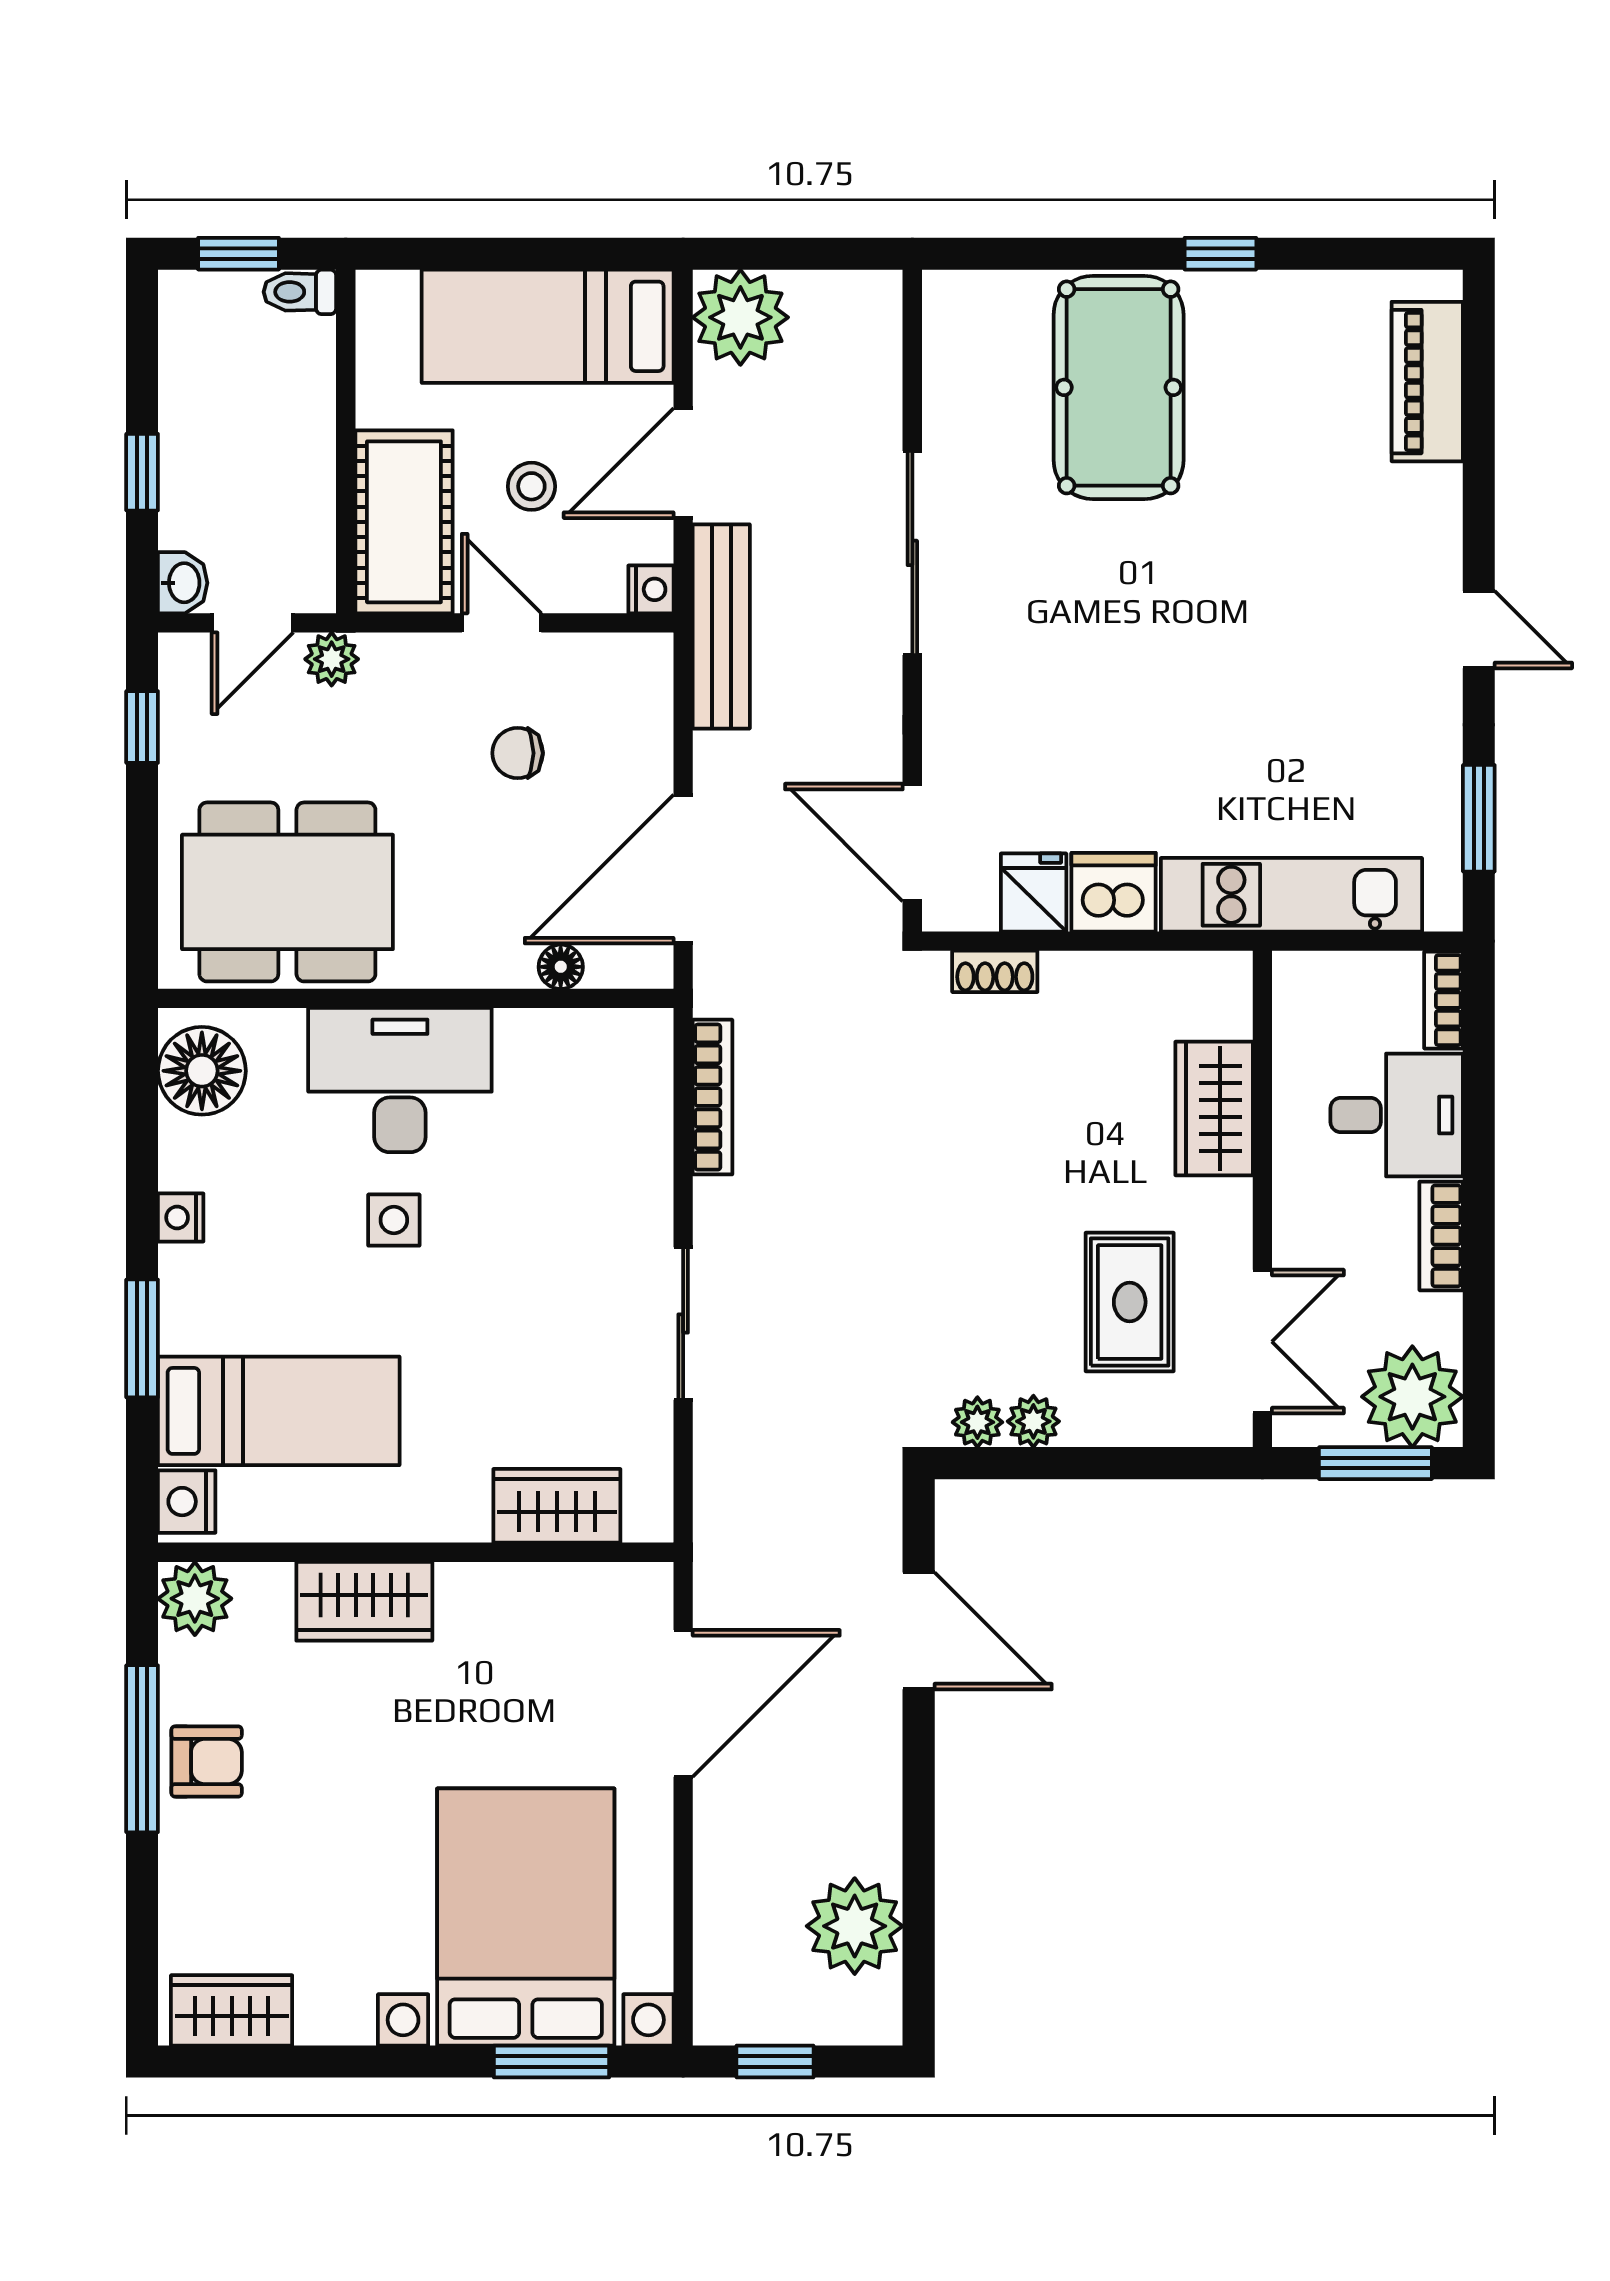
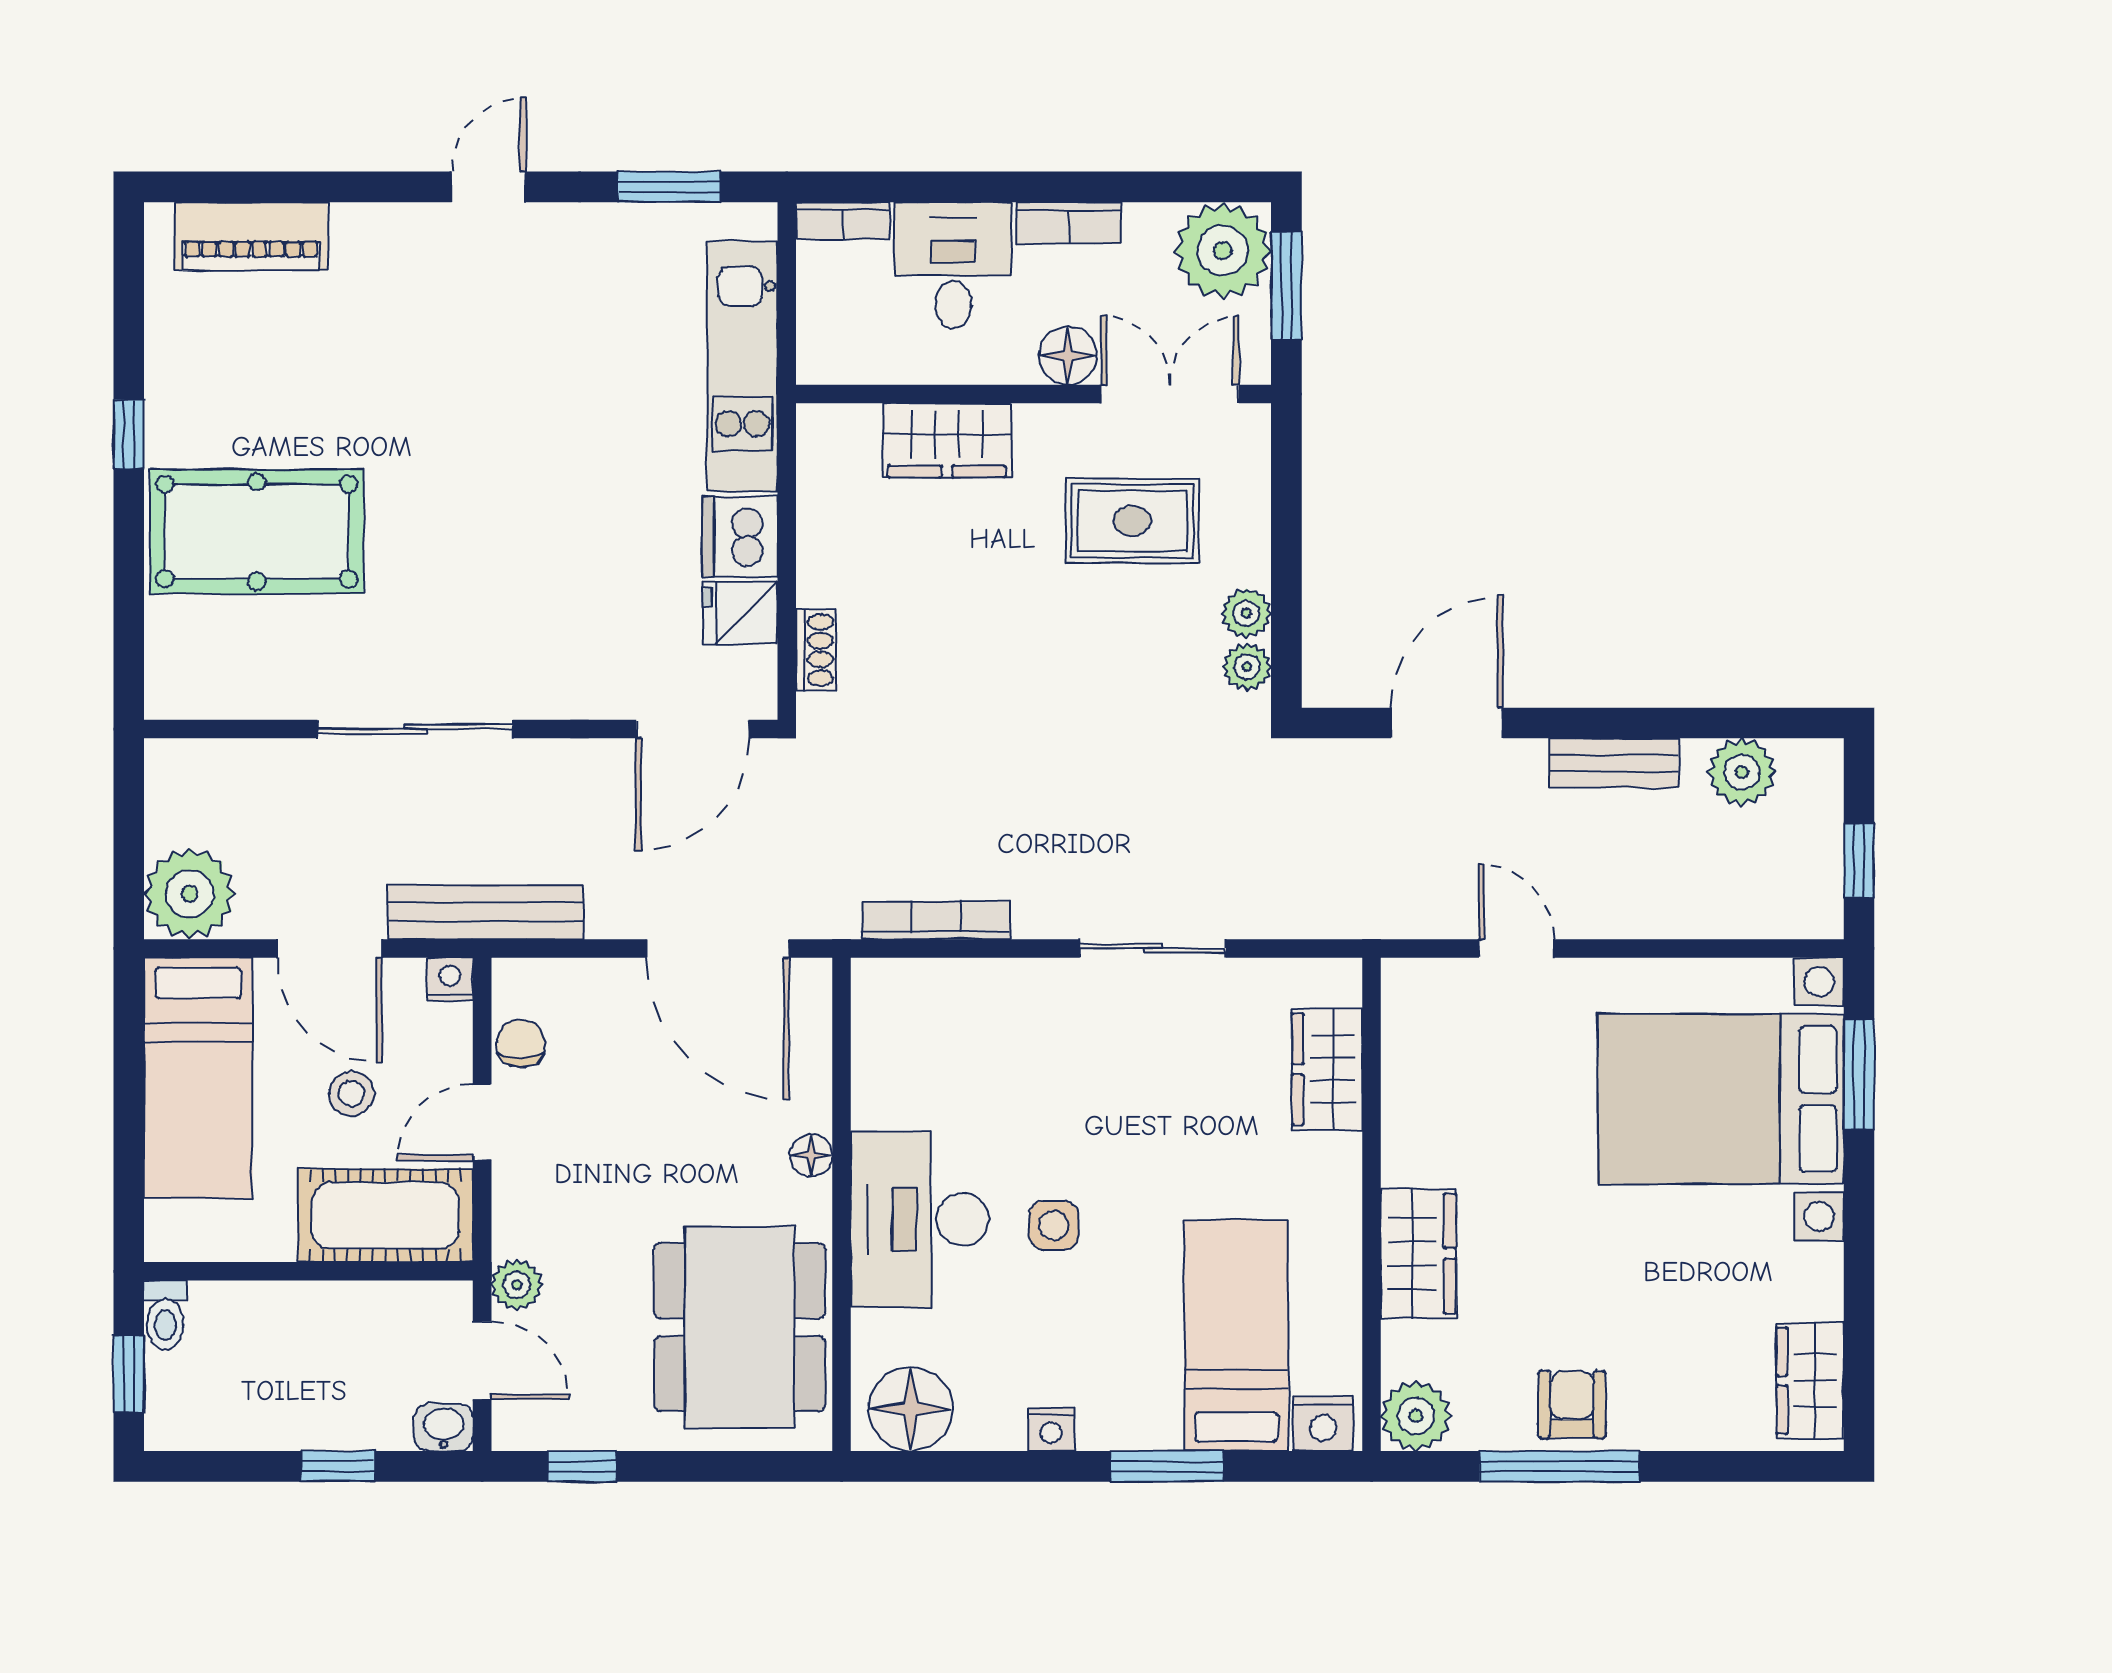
chair: (518, 753) -> (521, 1043), moved, turned 180
floor lamp: (561, 967) -> (811, 1155), moved
floor lamp: (1303, 1235) -> (1068, 356), added
door: (683, 1703) -> (1516, 948), width x0.53
bench: (877, 1805) -> (1614, 763), added
plant: (855, 1926) -> (1742, 772), width x0.73, depth x0.73

